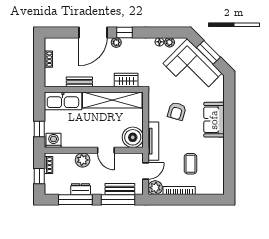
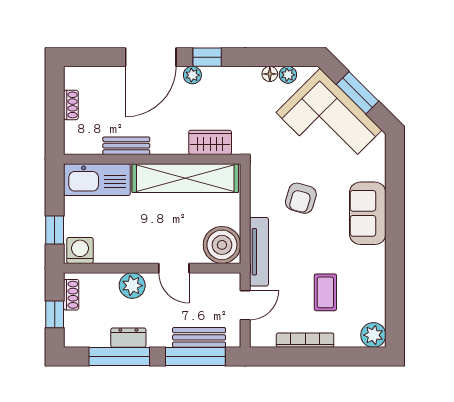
plant: (155, 188) -> (373, 335), moved

